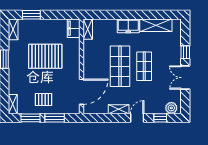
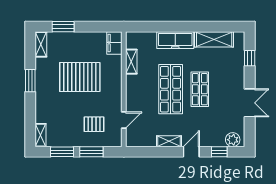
freezer: (128, 26) -> (175, 40), width x1.40
shelving: (88, 29) -> (131, 62), moved
window: (185, 52) -> (250, 58), moved
double door: (185, 78) -> (250, 103), swing flipped
door: (82, 92) -> (124, 120), width x0.53
pallet: (43, 99) -> (94, 124), moved

